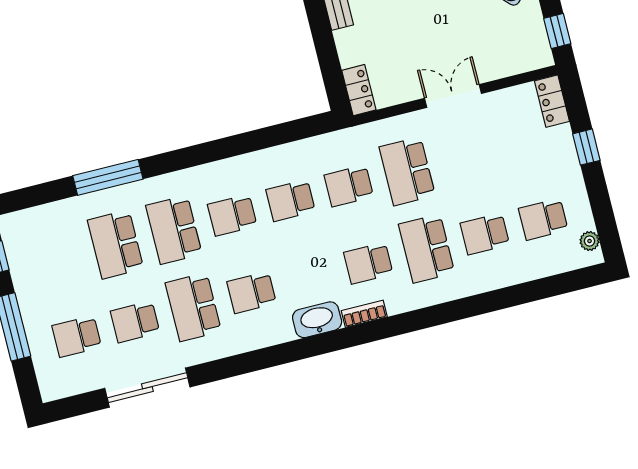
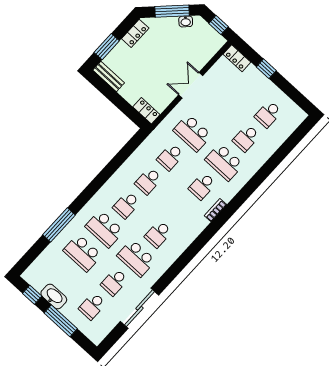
plant: (590, 241) -> (296, 110), removed
washbasin: (317, 320) -> (54, 296), moved, turned 90

